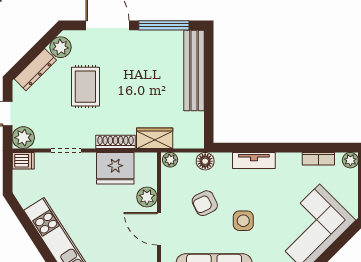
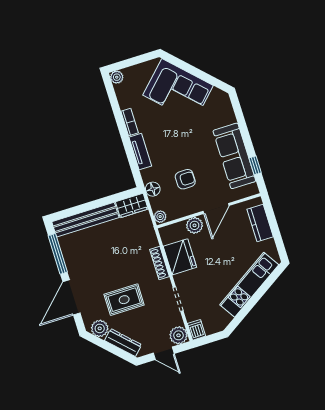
wardrobe: (155, 138) -> (132, 205), moved, turned -90
bookcase: (318, 159) -> (130, 122), moved
armchair: (205, 203) -> (185, 179), turned -64
side table: (243, 221) -> (189, 145), removed

